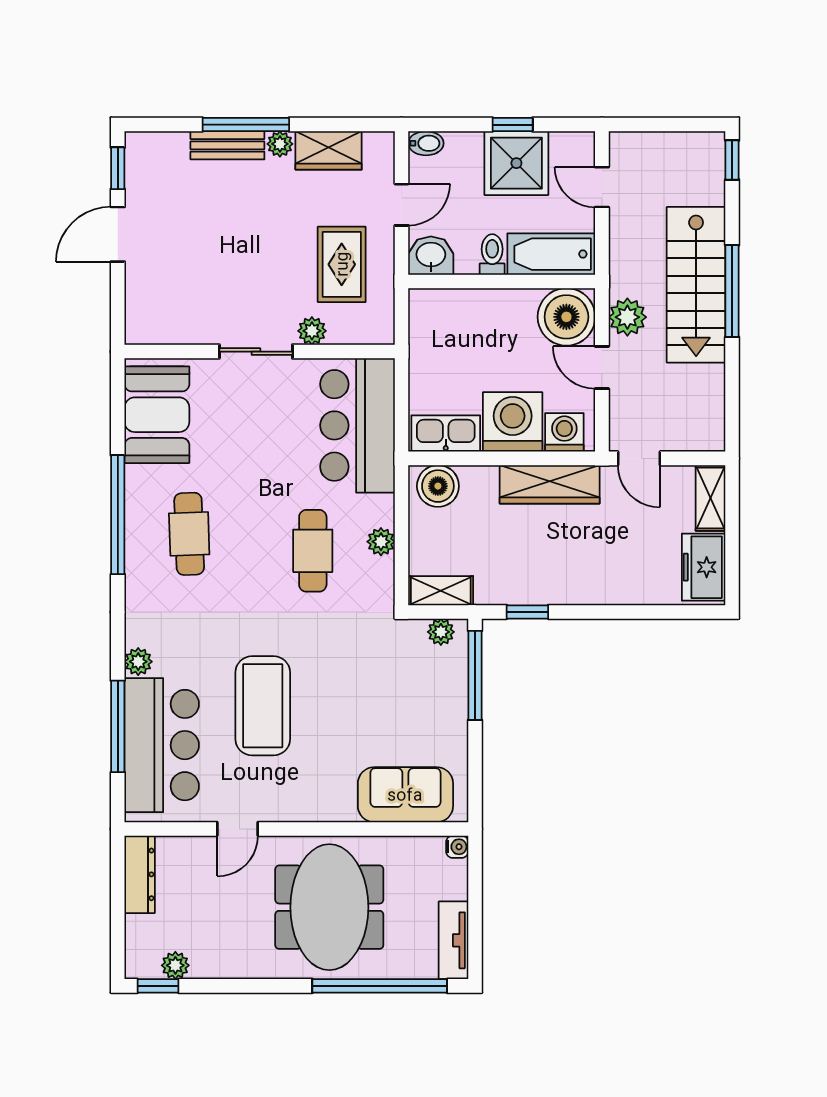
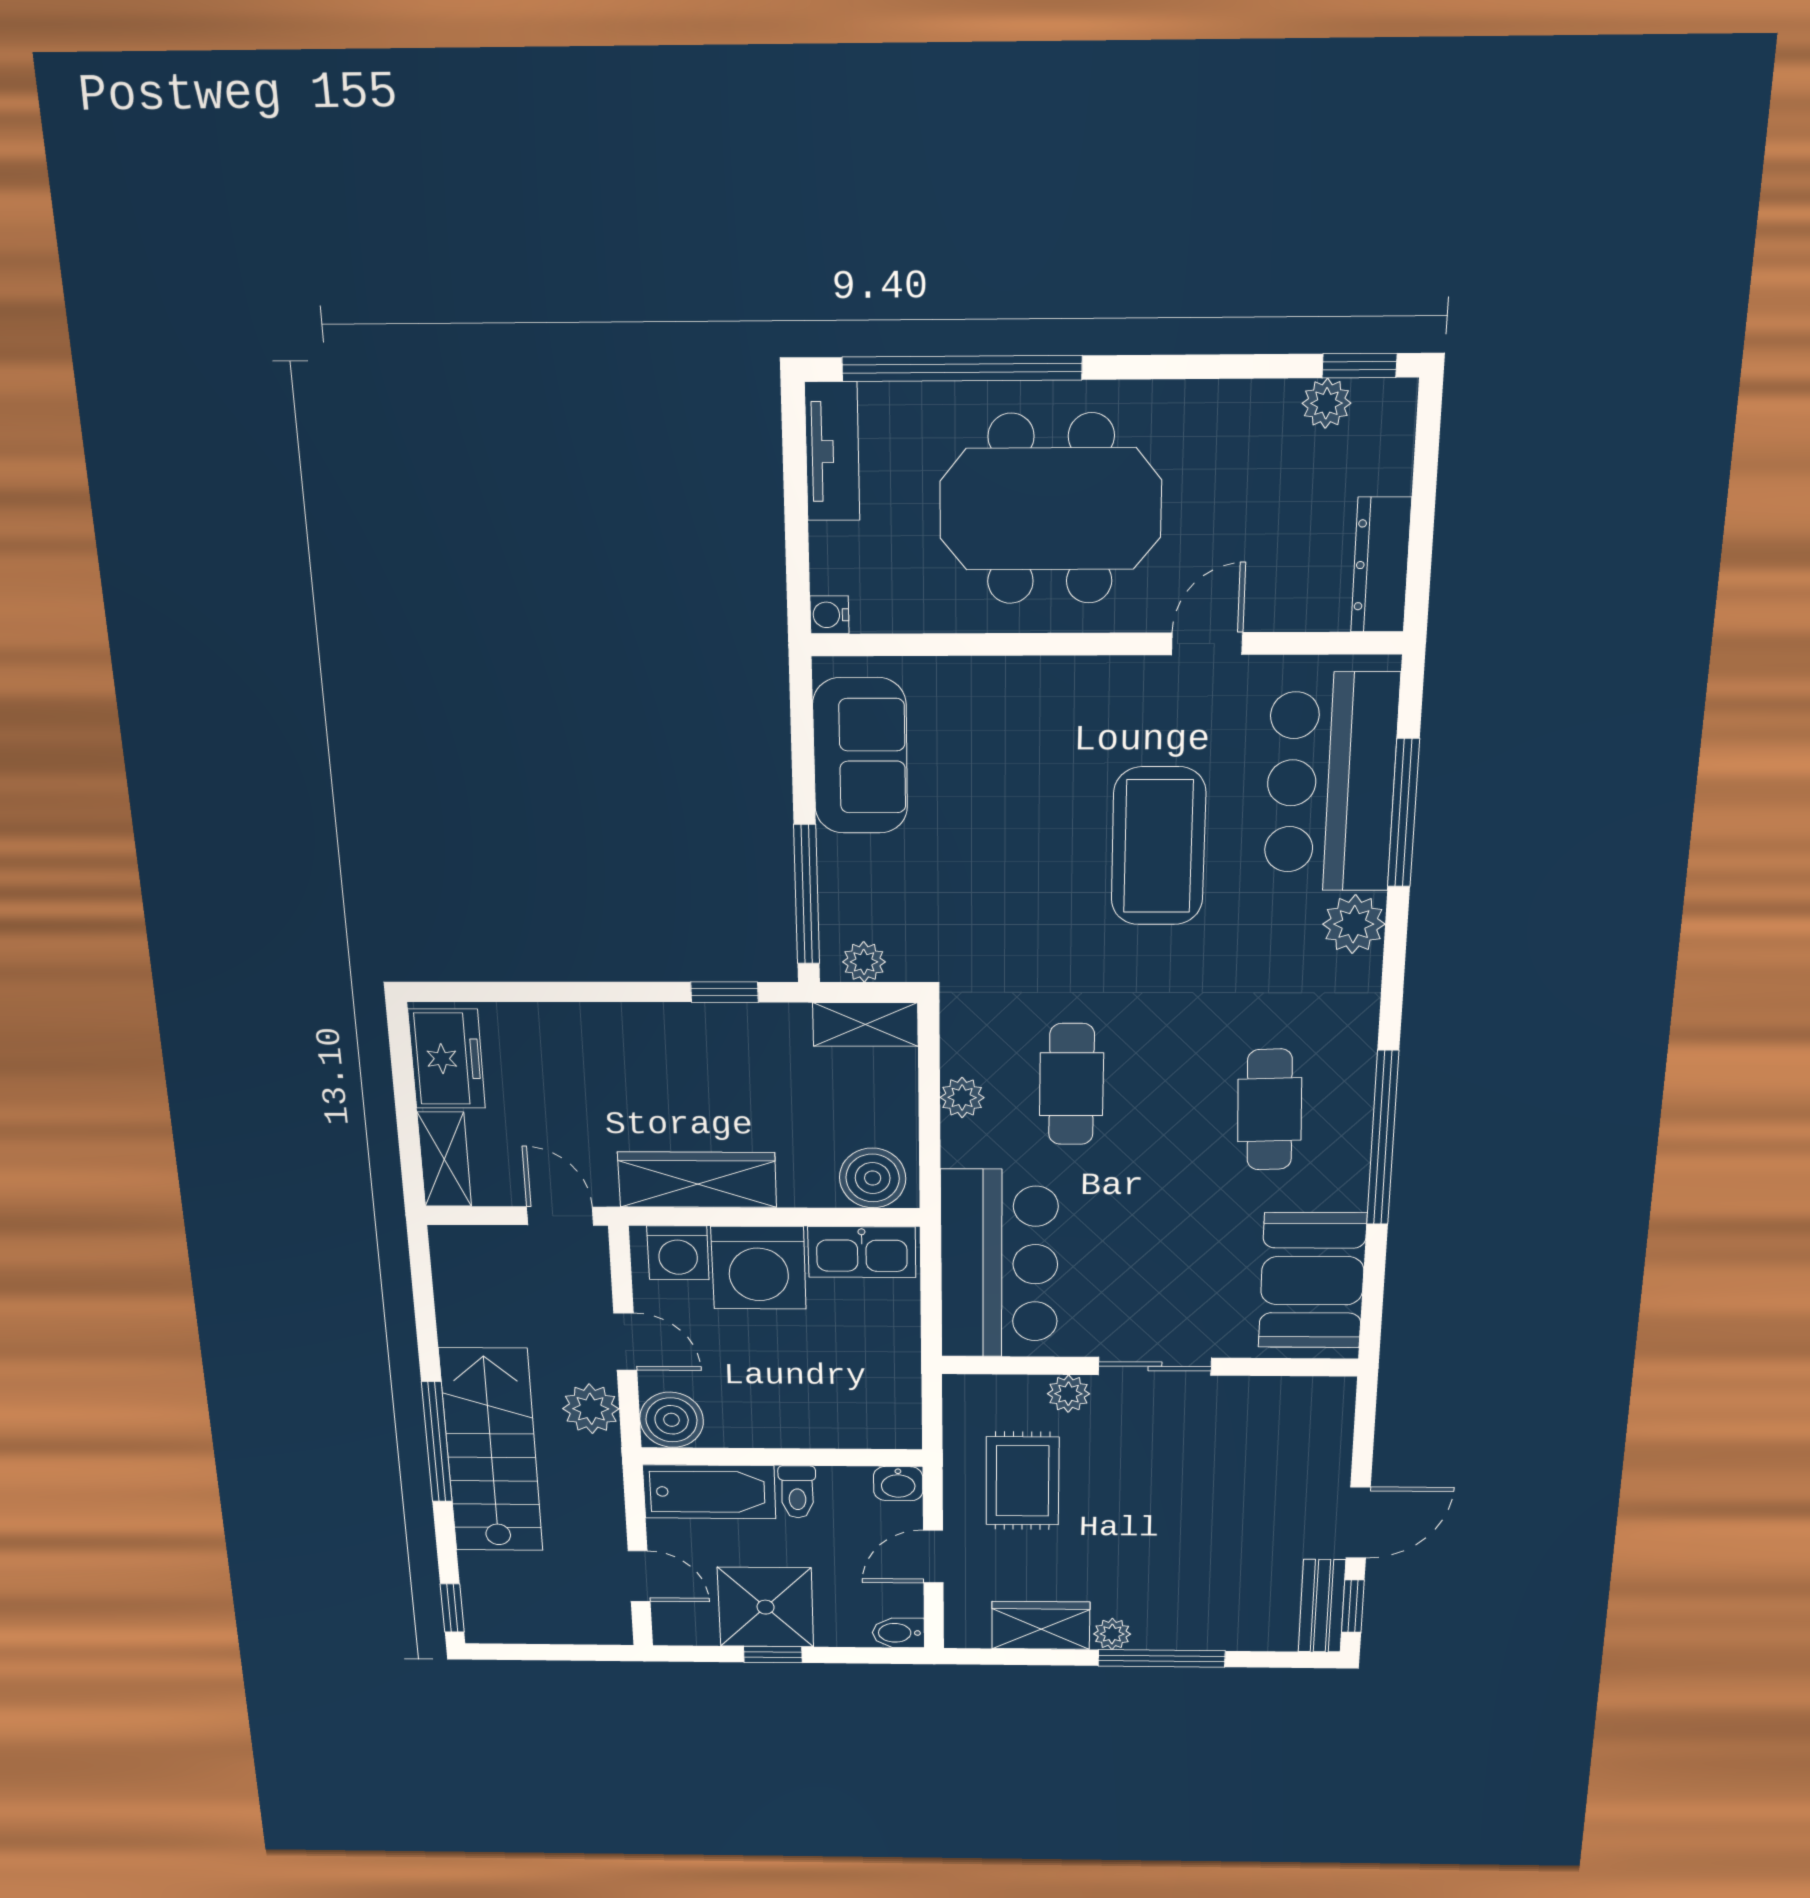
bench: (227, 145) -> (1322, 1606), moved, turned 90
washbasin: (431, 256) -> (898, 1484), width x0.72, depth x0.69
boiler: (566, 317) -> (672, 1420), width x0.73, depth x0.73
plant: (138, 662) -> (1354, 924), width x1.38, depth x1.38
sofa: (405, 795) -> (860, 756), moved, turned -90
meeting table: (329, 907) -> (1050, 509), turned 90

